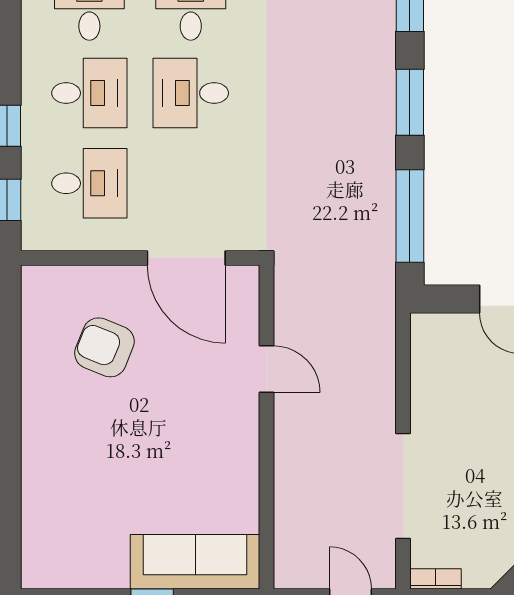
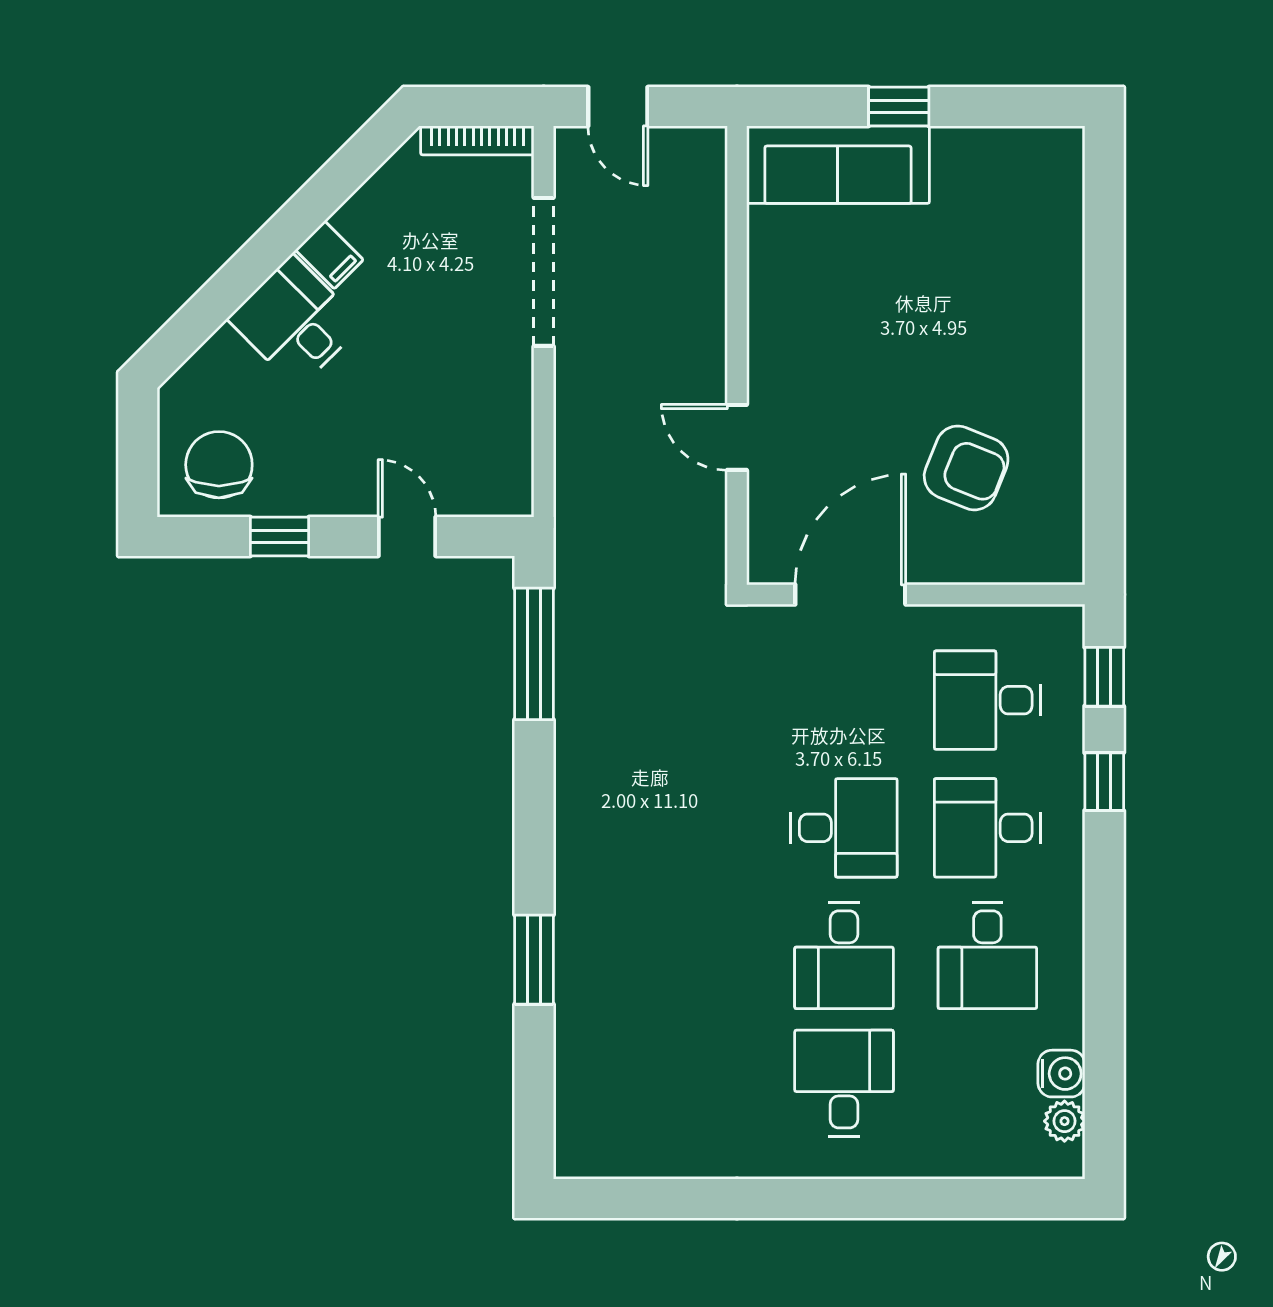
window: (410, 102) -> (534, 815), removed
door: (186, 258) -> (850, 595), hinge flipped
bookcase: (435, 579) -> (477, 140), width x1.56

